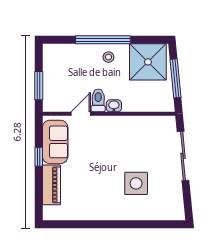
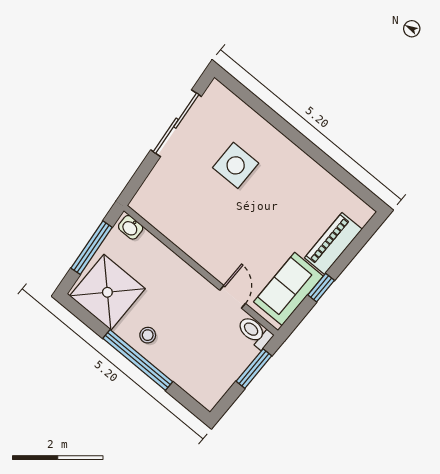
toilet: (98, 100) -> (255, 332), moved, turned 90
washbasin: (114, 106) -> (131, 227), moved
door: (81, 114) -> (233, 297), swing flipped
sliding door: (183, 156) -> (176, 123), moved

